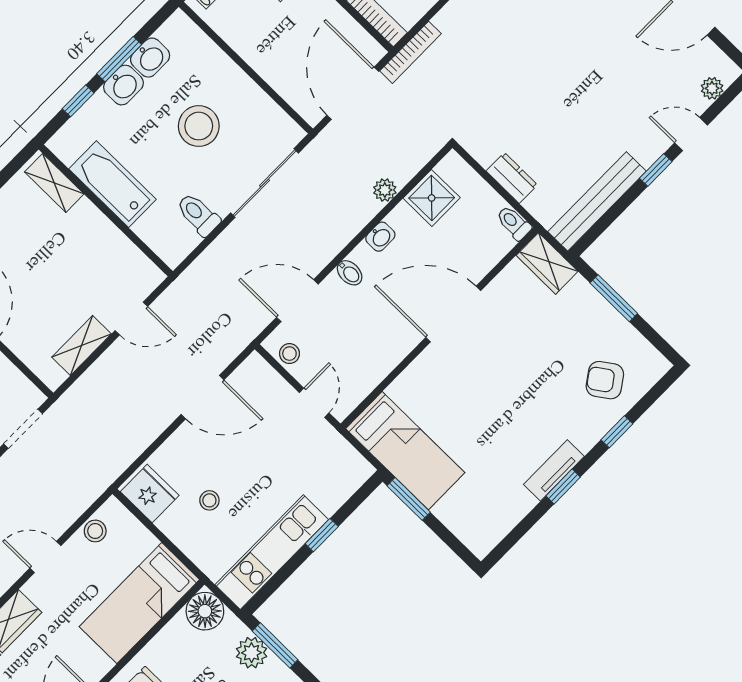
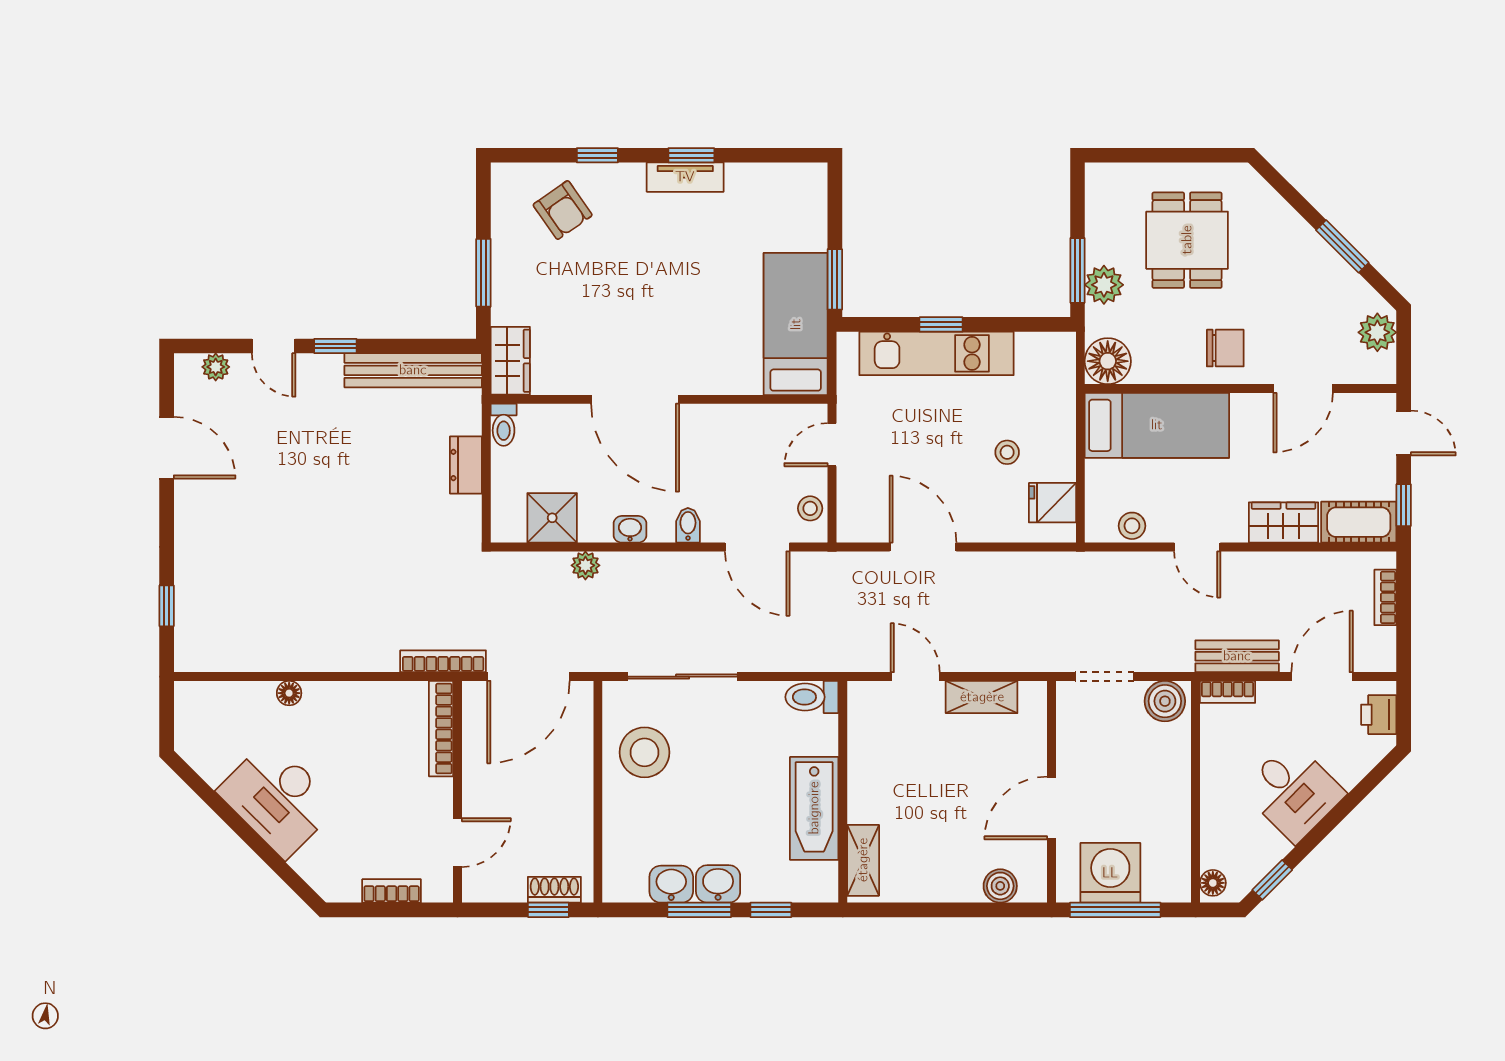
stool: (199, 126) -> (645, 752), moved
toilet: (198, 215) -> (812, 697), moved, turned 90
fridge: (150, 494) -> (1052, 503), width x0.72
kitchen unit: (272, 552) -> (936, 353), moved

